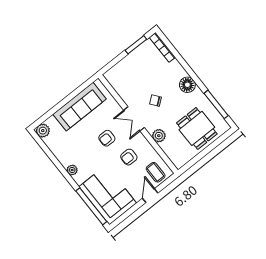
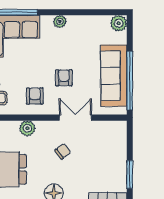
window: (74, 94) -> (130, 81), added
double door: (134, 119) -> (75, 118), moved
armchair: (129, 157) -> (35, 96), moved

